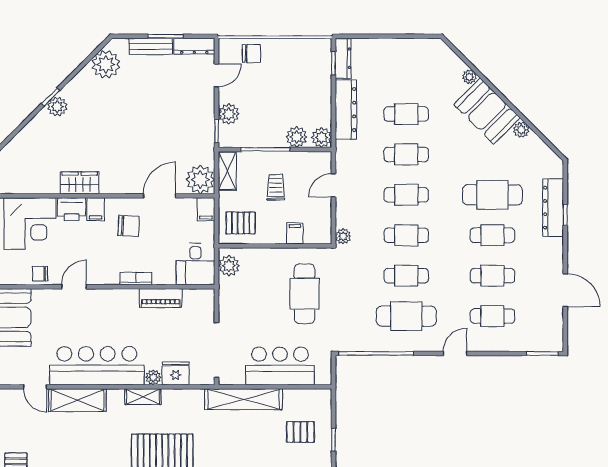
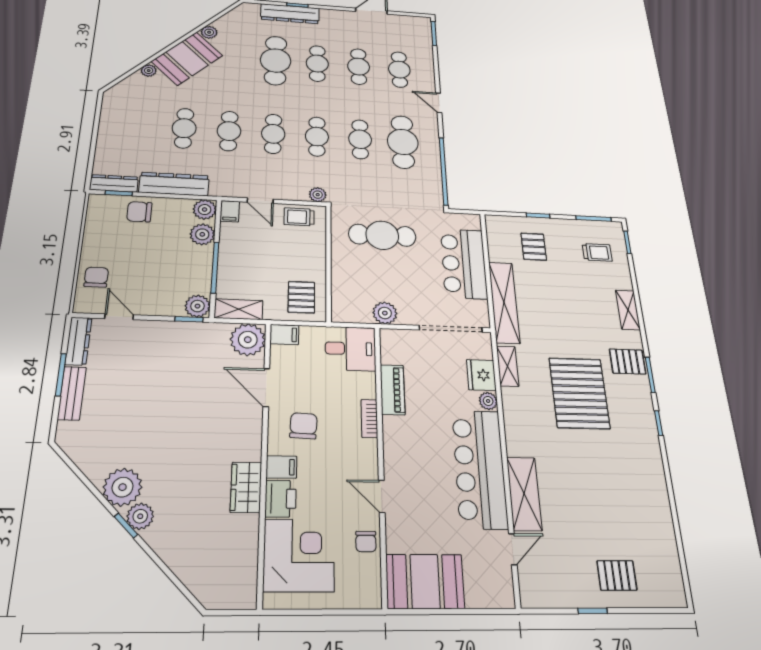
plant: (106, 64) -> (123, 487), moved
chair: (316, 82) -> (139, 212), added
plant: (229, 114) -> (197, 306), moved
trolley: (276, 187) -> (299, 217), moved
filing cabinet: (295, 233) -> (230, 211), moved, turned -90
plant: (229, 266) -> (385, 313), moved
shelving: (143, 397) -> (508, 366), moved

